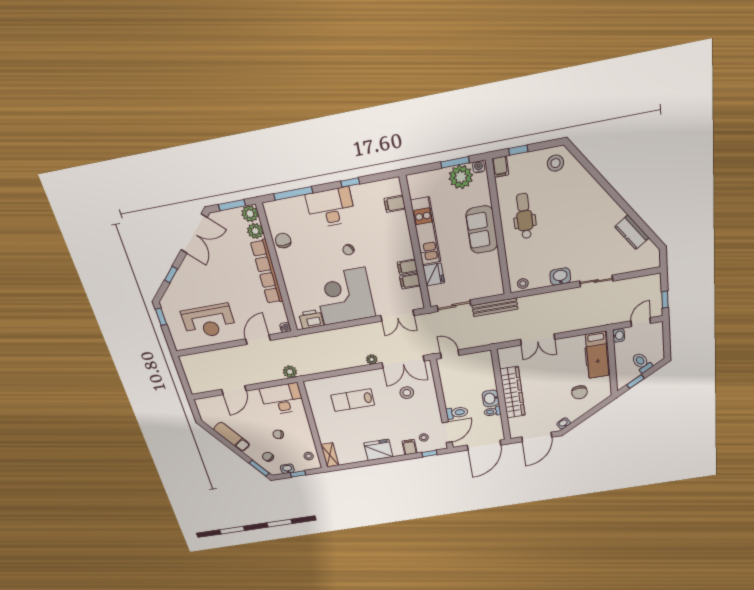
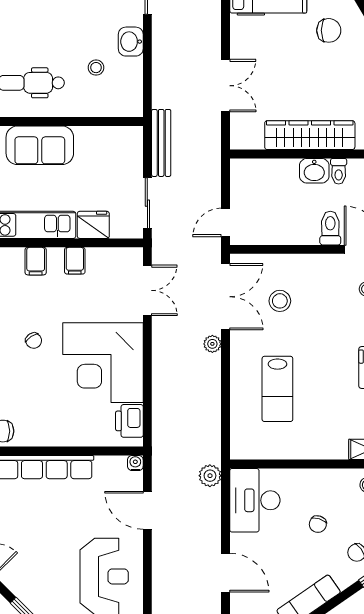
filing cabinet: (410, 281) -> (36, 261), moved
stool: (523, 284) -> (96, 68), moved

